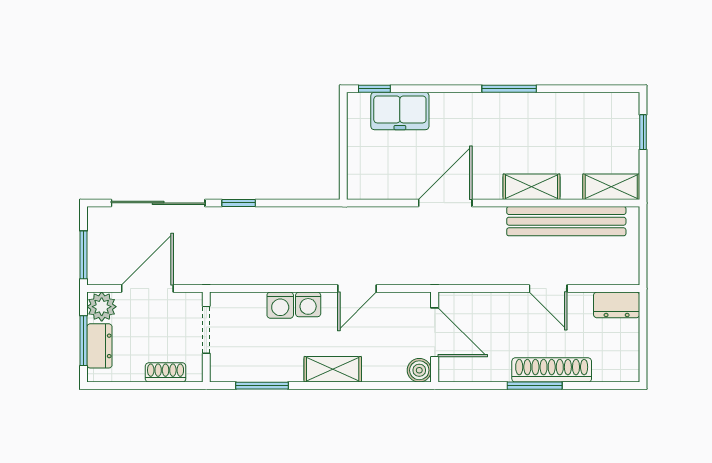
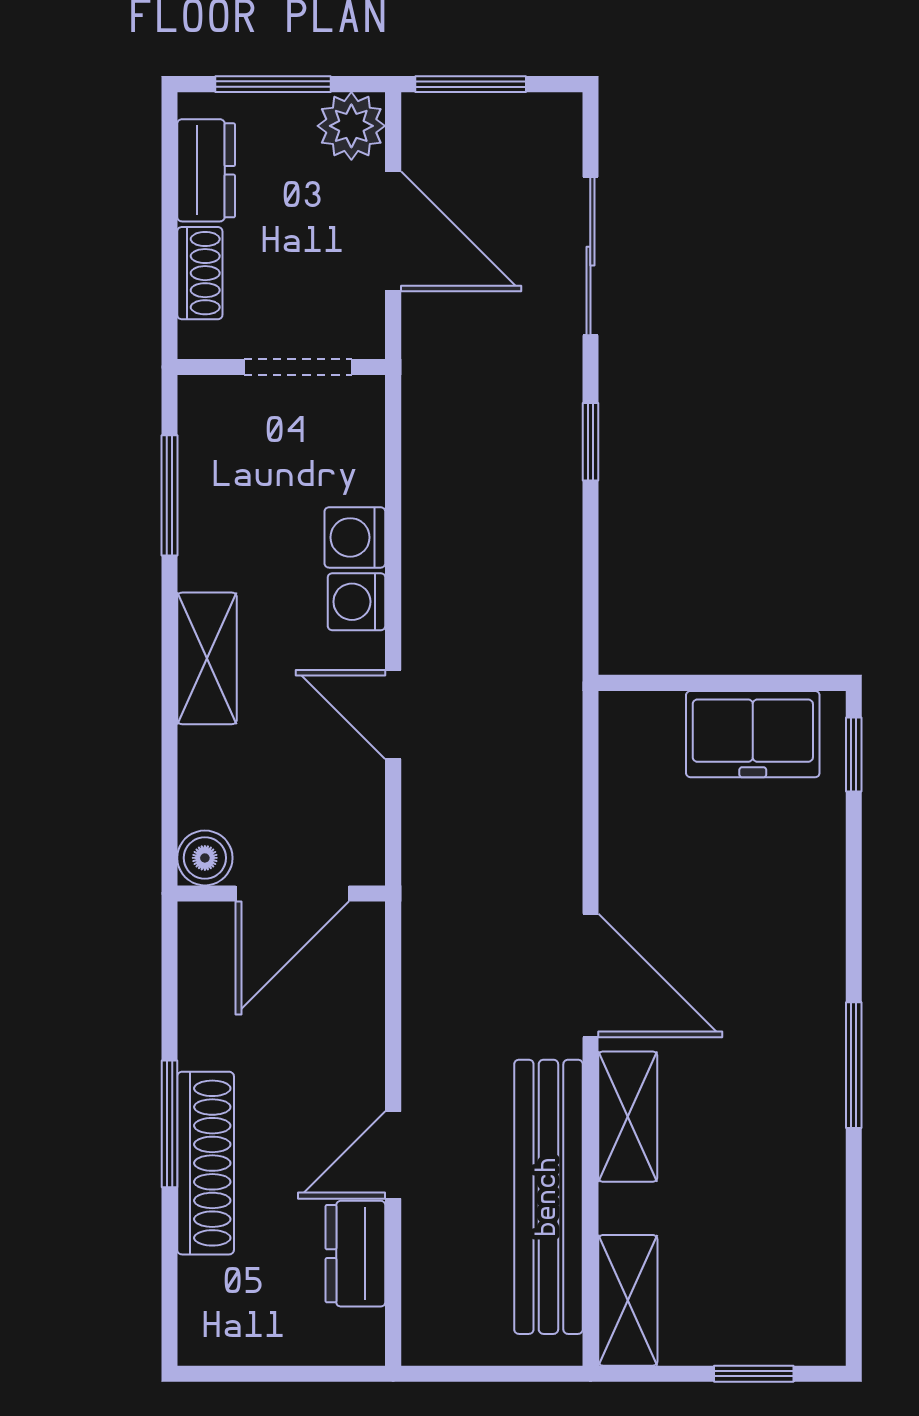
freezer: (400, 111) -> (753, 734), moved, turned -90
sliding door: (158, 203) -> (590, 256), width x0.73
door: (445, 203) -> (590, 975), moved
dresser: (617, 305) -> (355, 1254), moved
dresser: (99, 346) -> (206, 170), moved, turned -90

